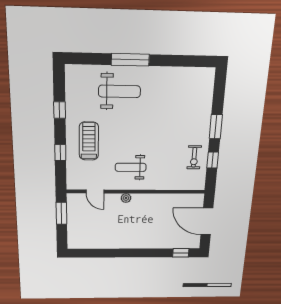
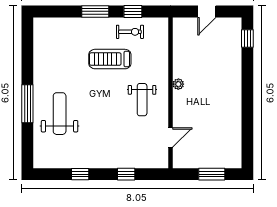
treadmill: (89, 141) -> (110, 59), moved
plant: (126, 198) -> (178, 84), moved
window: (61, 213) -> (212, 174), moved
door: (207, 221) -> (207, 11), width x0.53

